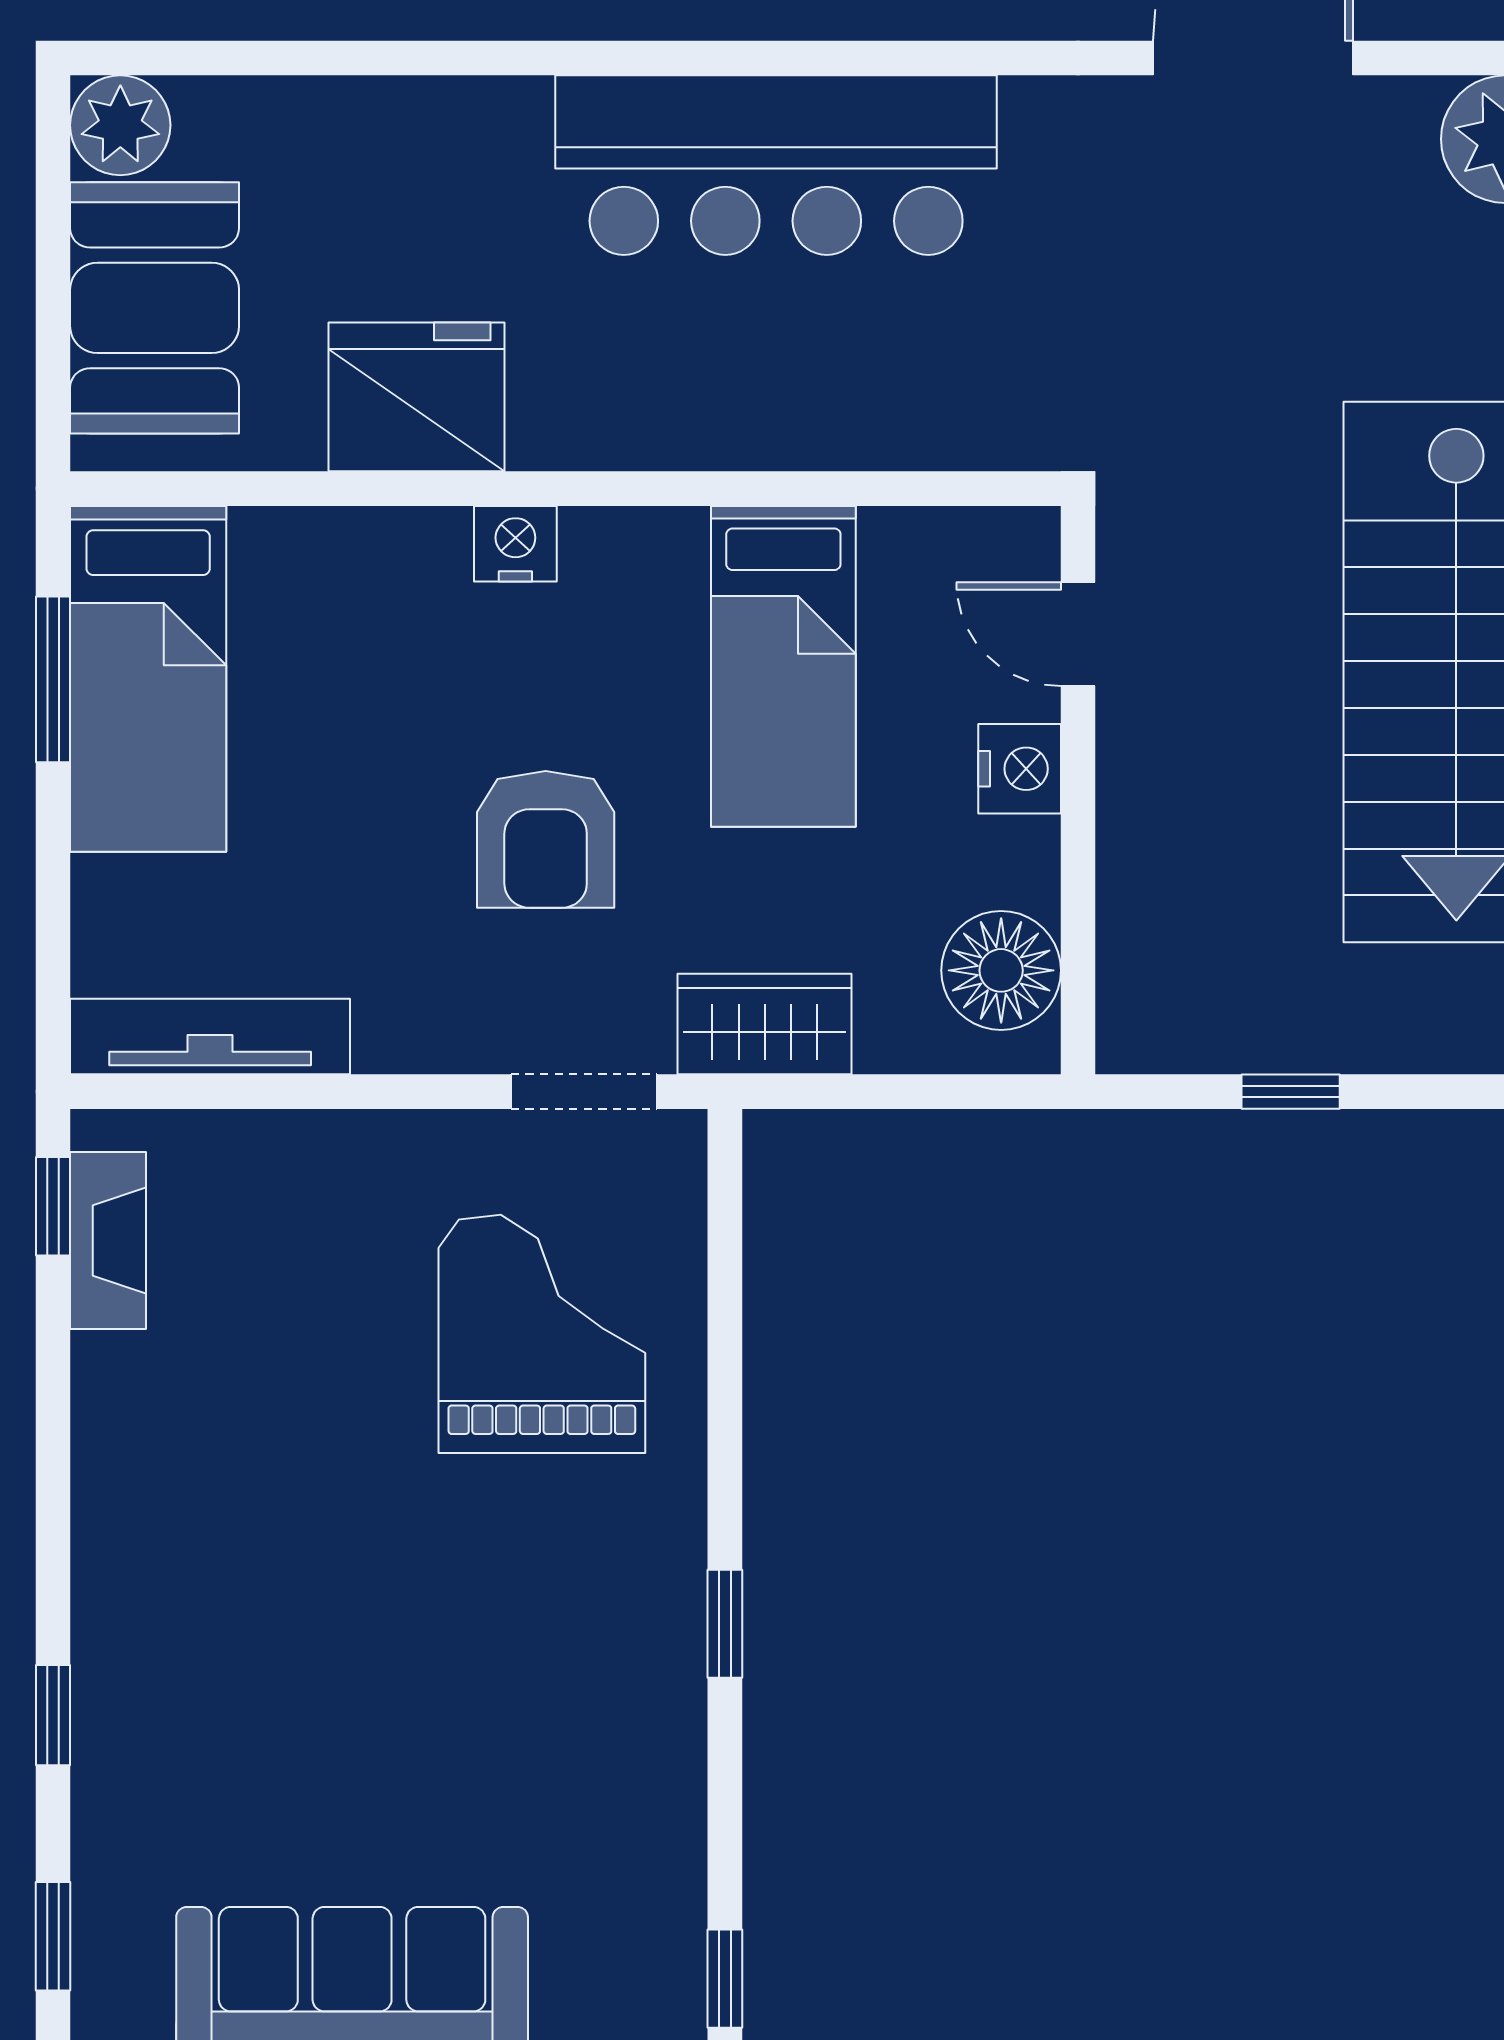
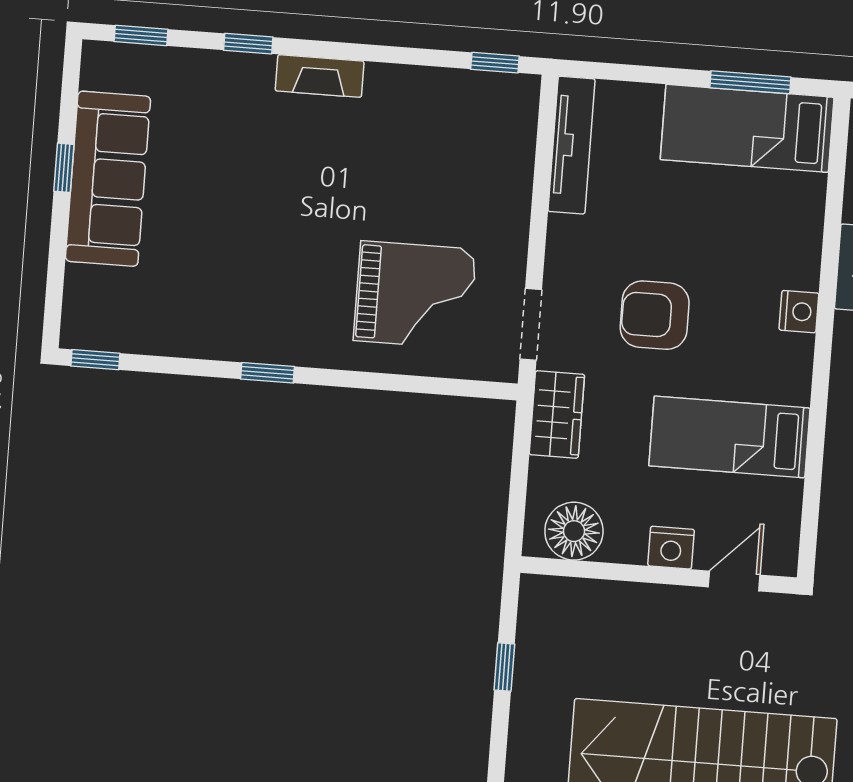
fireplace: (108, 1240) -> (320, 76), moved

